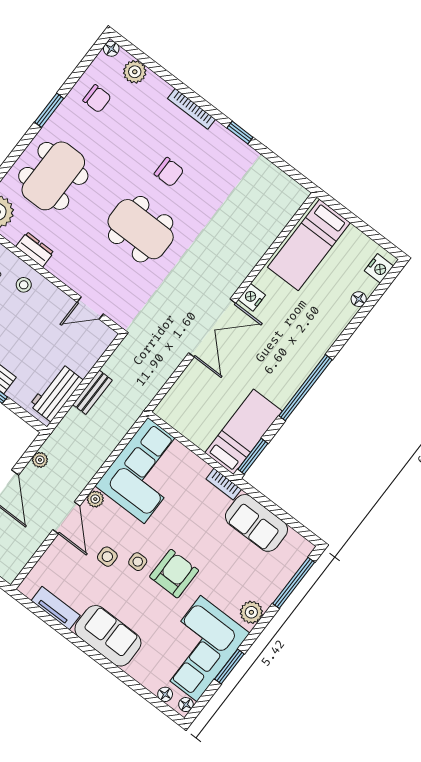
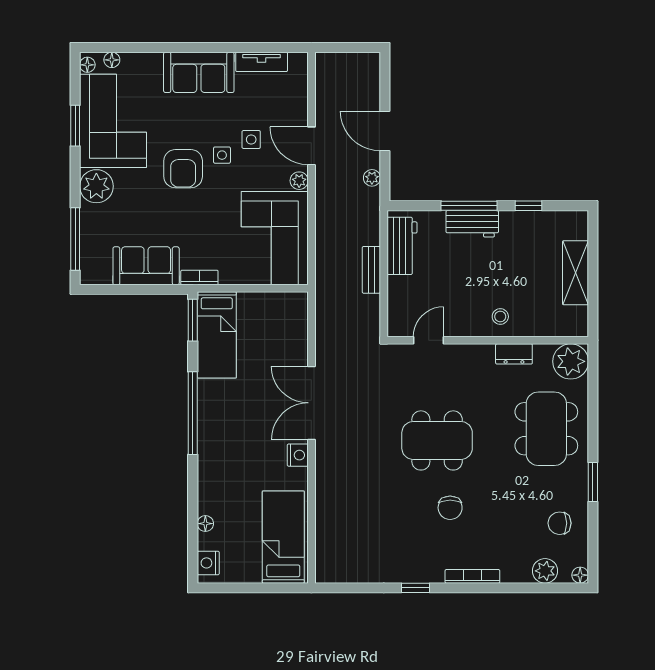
chair: (169, 172) -> (450, 508), turned -90
plant: (251, 612) -> (96, 186), width x1.36, depth x1.36

